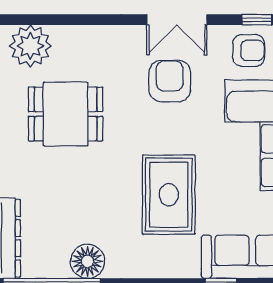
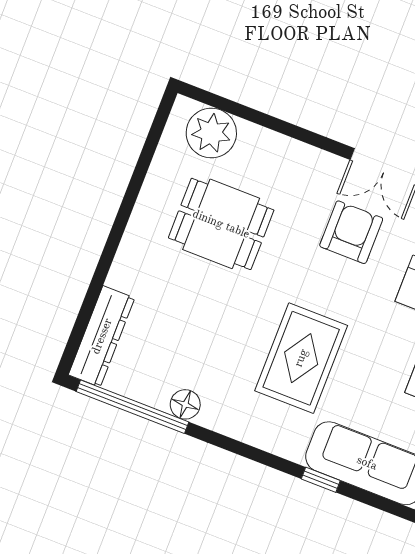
floor lamp: (87, 261) -> (185, 404), width x0.73, depth x0.73

